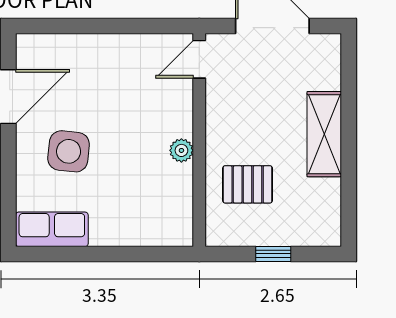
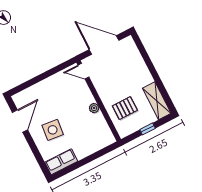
door: (199, 59) -> (83, 71), hinge flipped
shelving: (324, 134) -> (157, 101), moved

